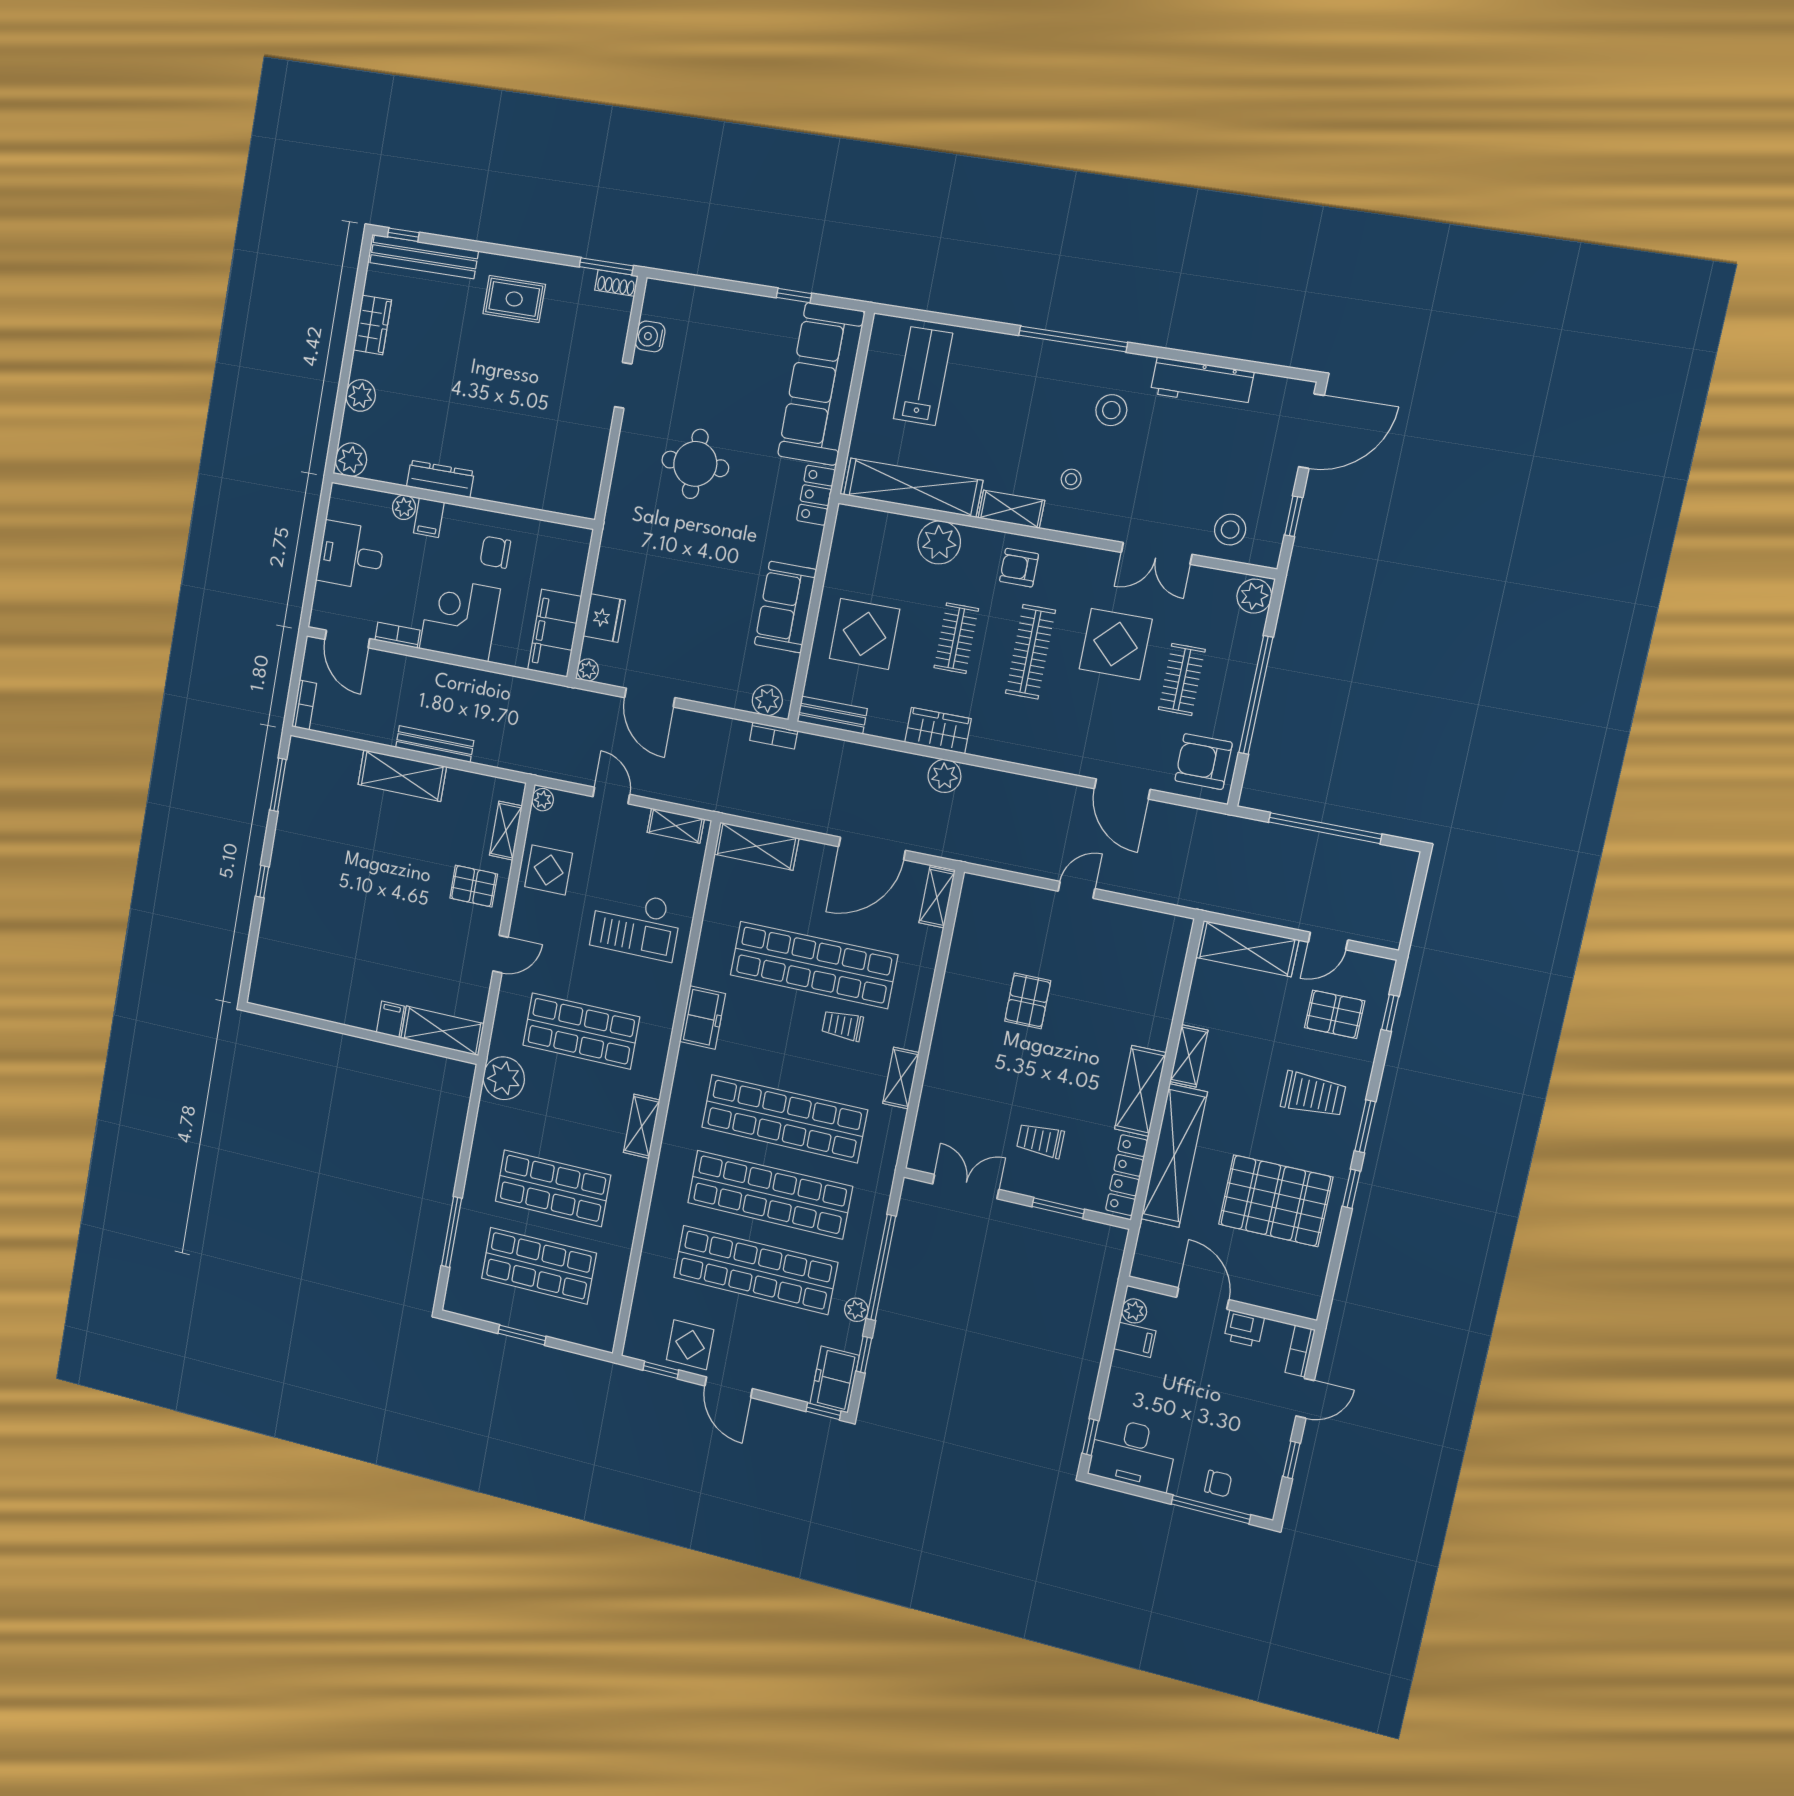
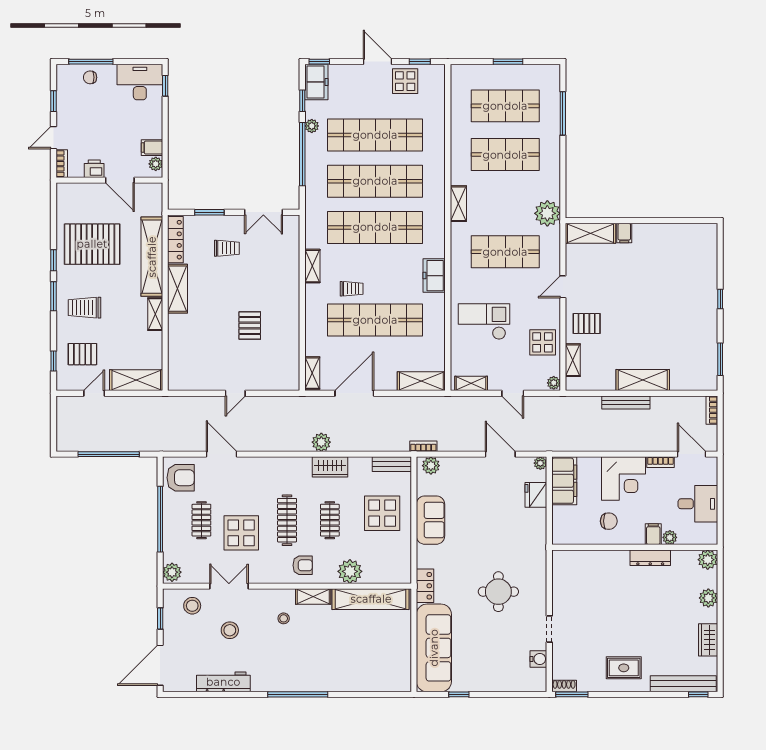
lab bench: (923, 376) -> (377, 661), removed
stool: (1111, 410) -> (230, 630), moved

